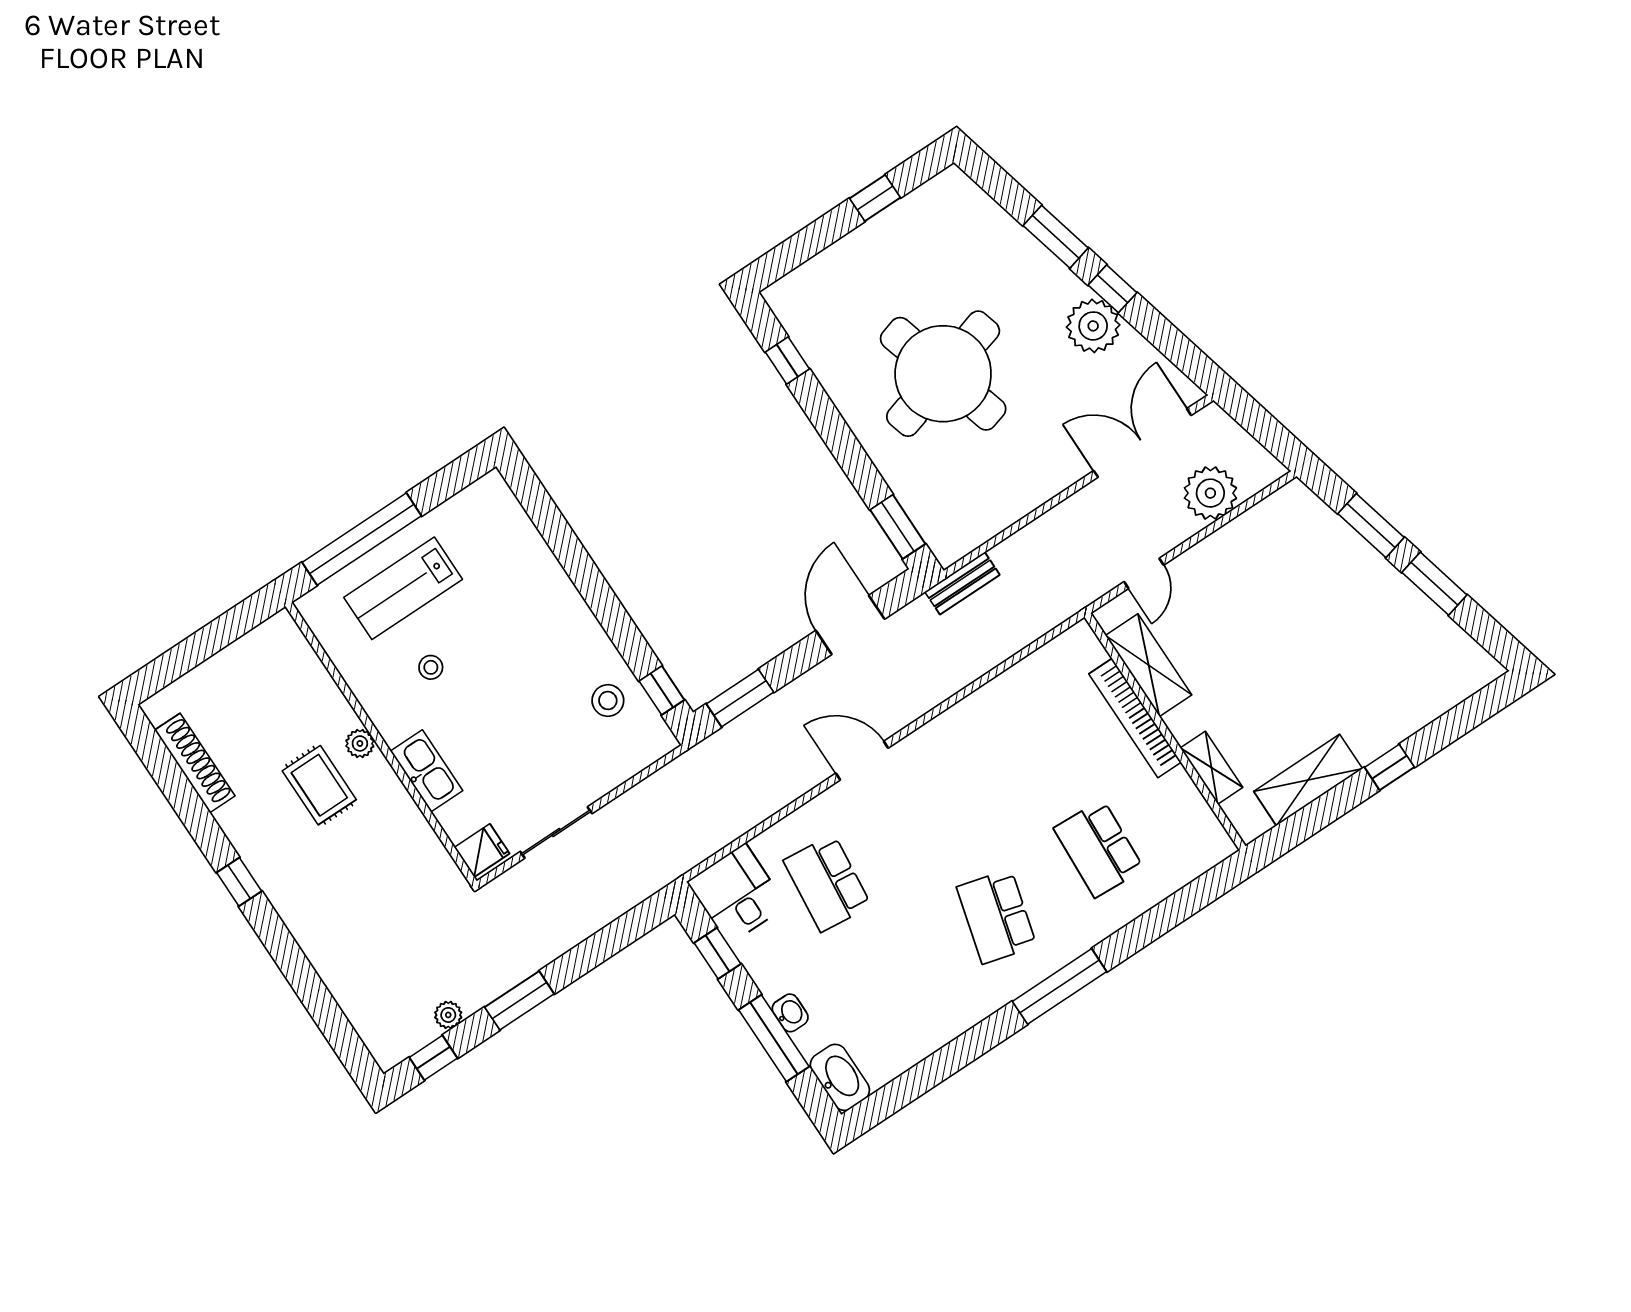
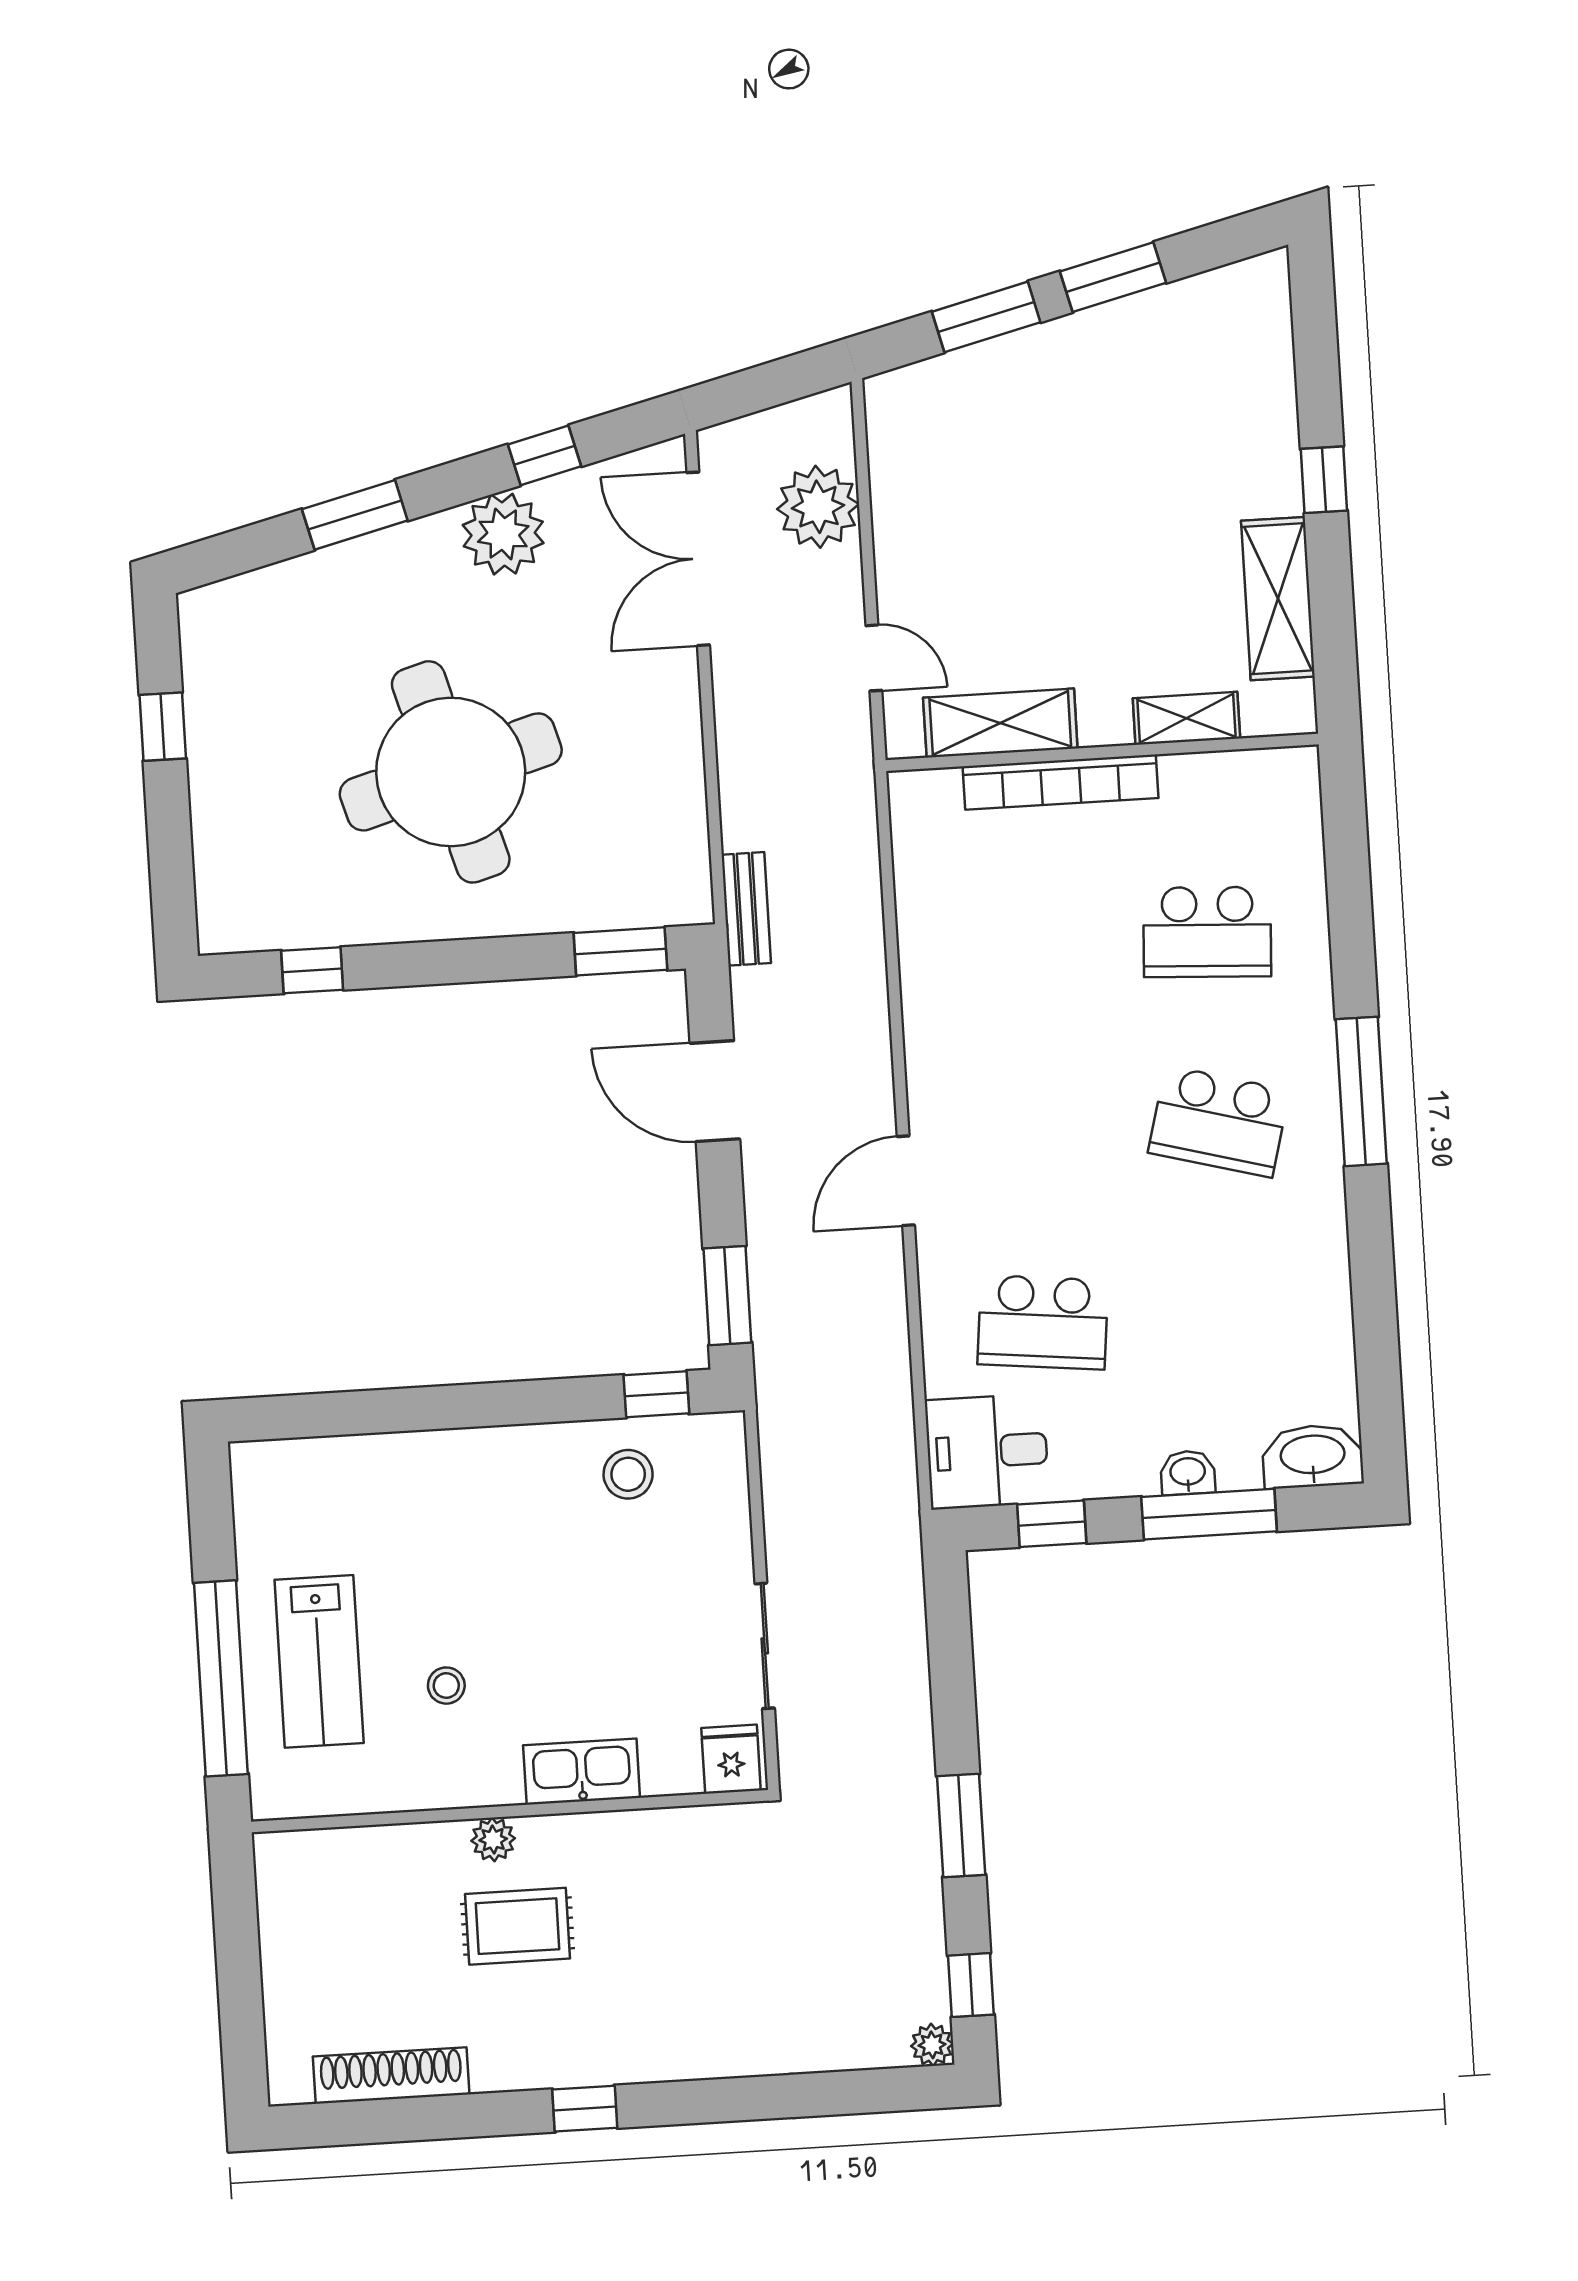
window: (1113, 289) -> (544, 455), moved
plant: (448, 1015) -> (932, 2045), moved

